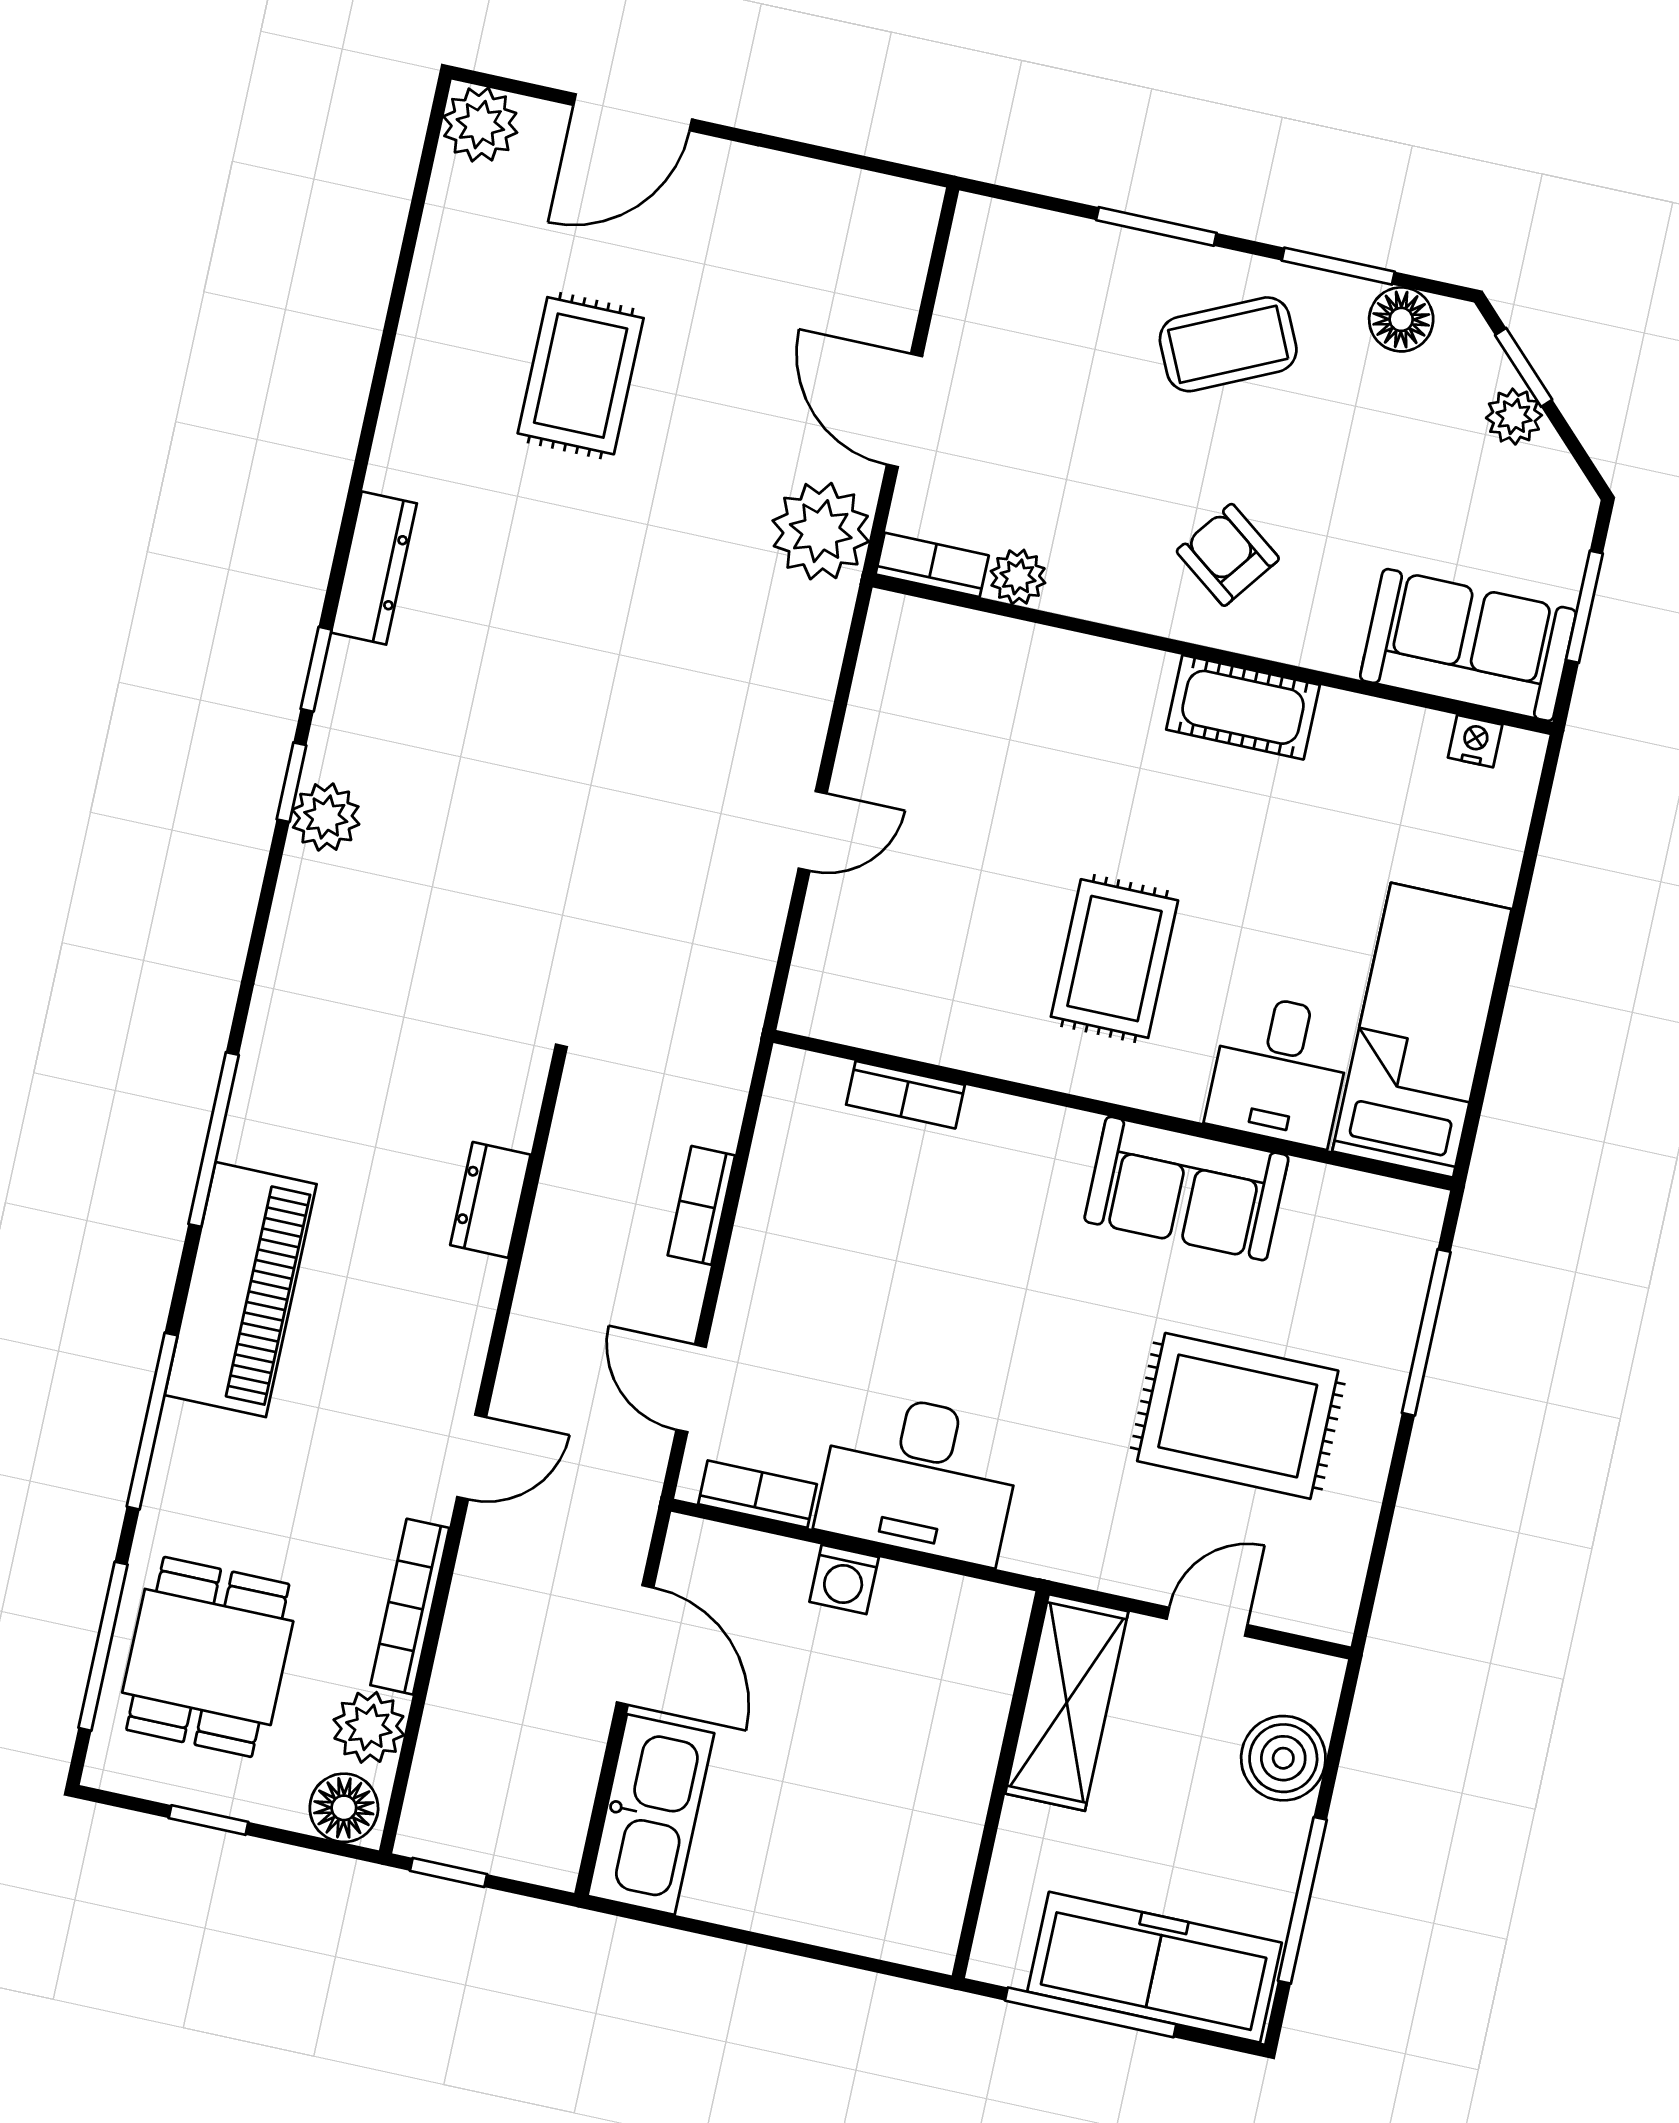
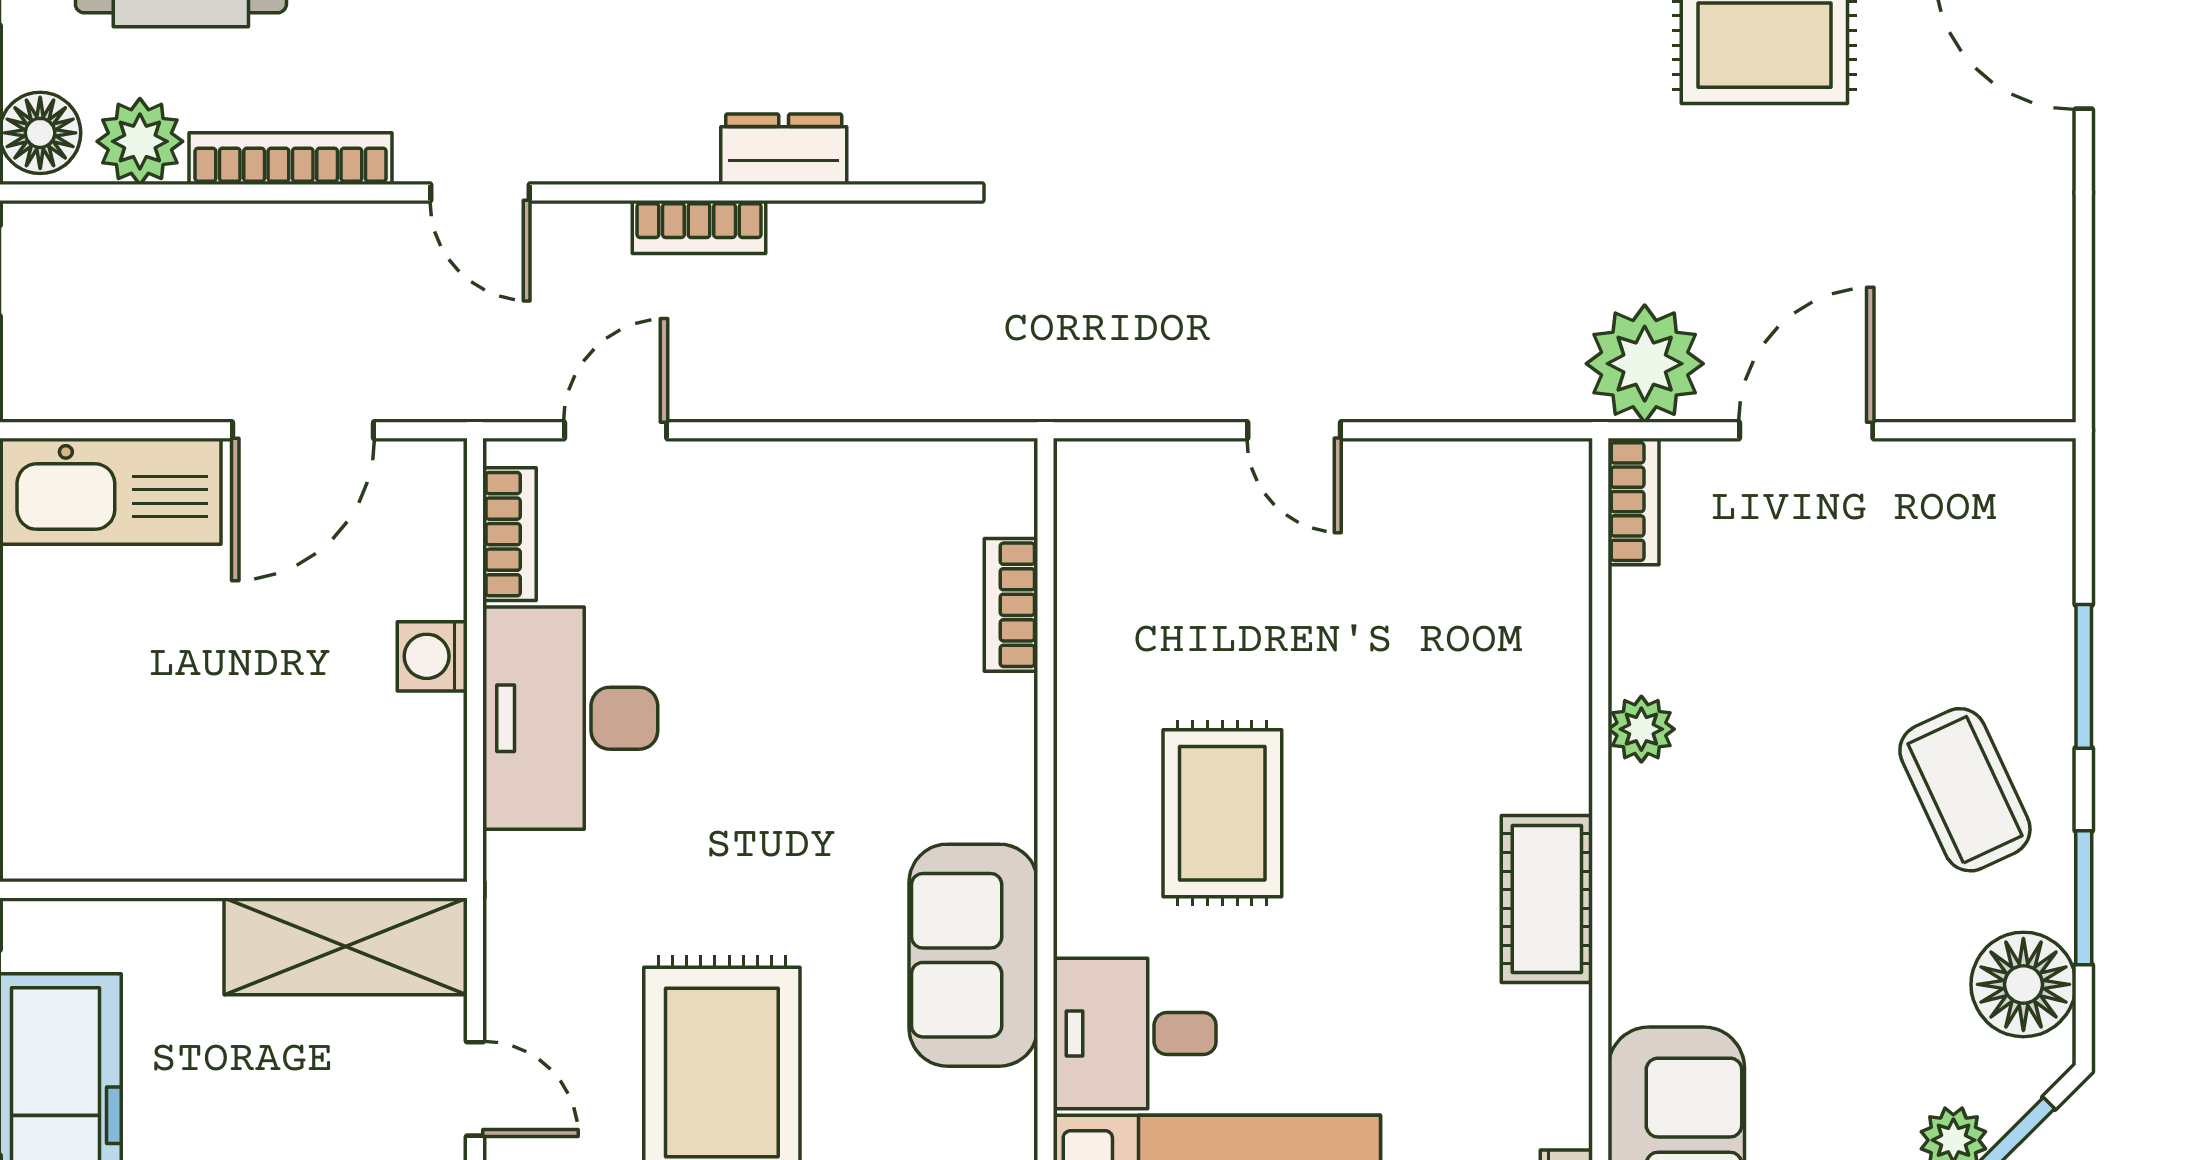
floor lamp: (1401, 319) -> (2023, 984), width x1.38, depth x1.38
armchair: (1228, 555) -> (1720, 843), removed
plant: (1018, 577) -> (1641, 729), moved
rug: (1114, 959) -> (1222, 813), turned 90
bookcase: (701, 1205) -> (699, 227), moved, turned 180

